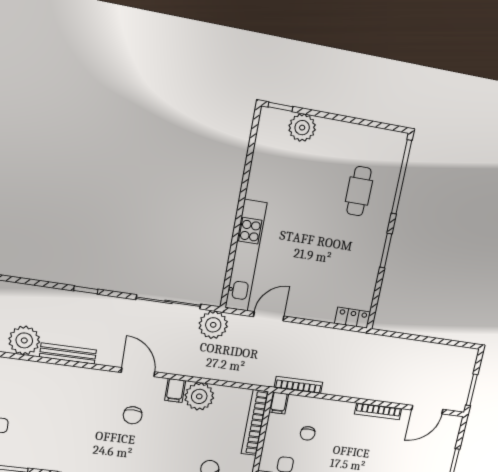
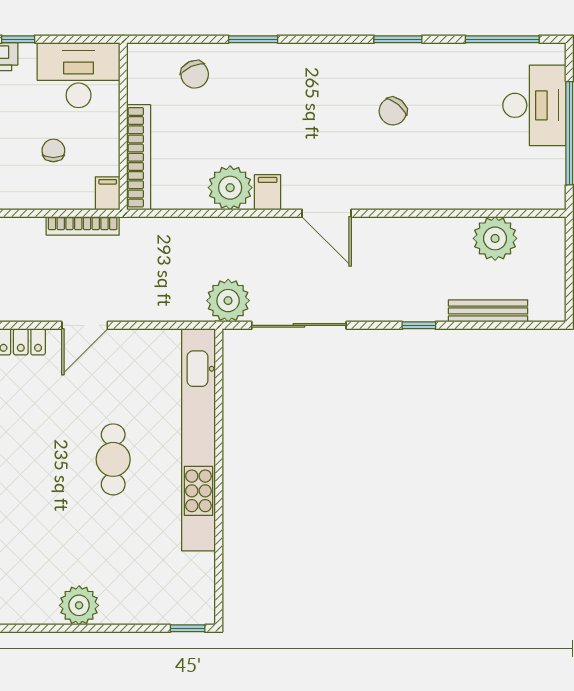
plant: (302, 128) -> (79, 605), moved
cafe table: (359, 191) -> (113, 459), moved
kitchen unit: (246, 256) -> (198, 440), width x1.36
door: (269, 316) -> (85, 325), moved
bench: (68, 353) -> (488, 311), moved
chair: (133, 415) -> (393, 111), moved, turned -140

